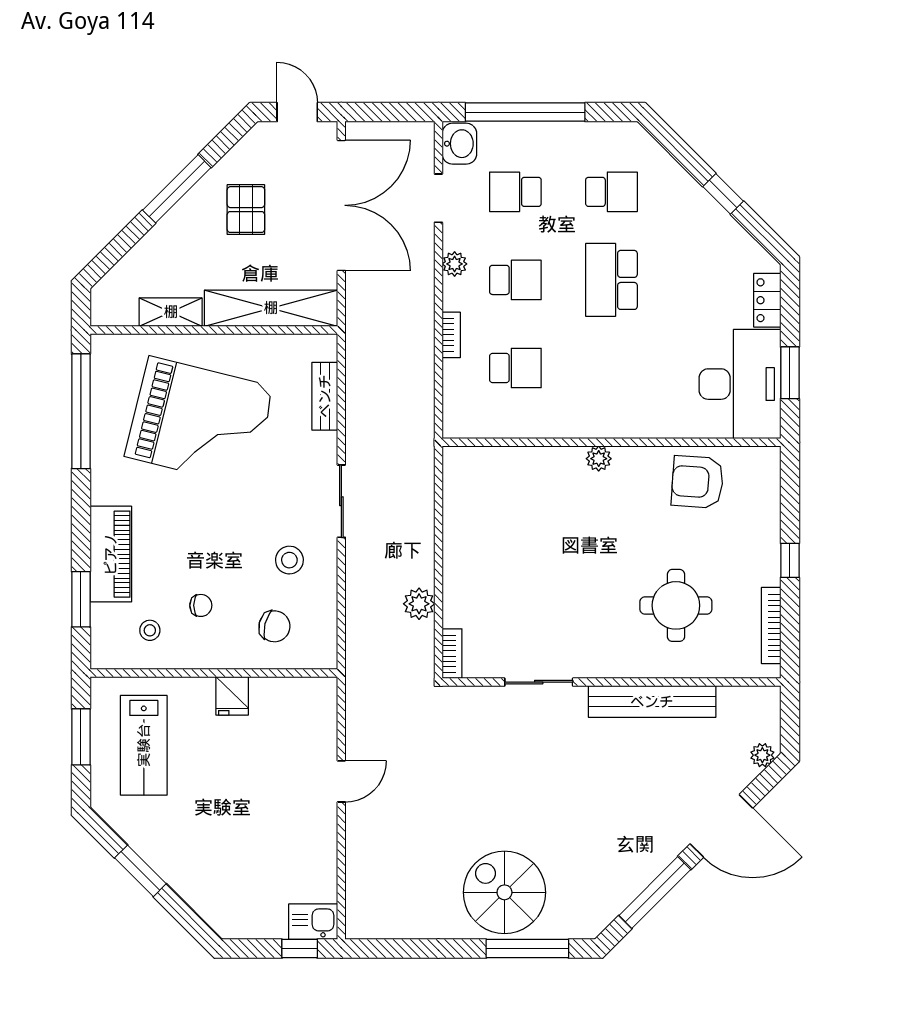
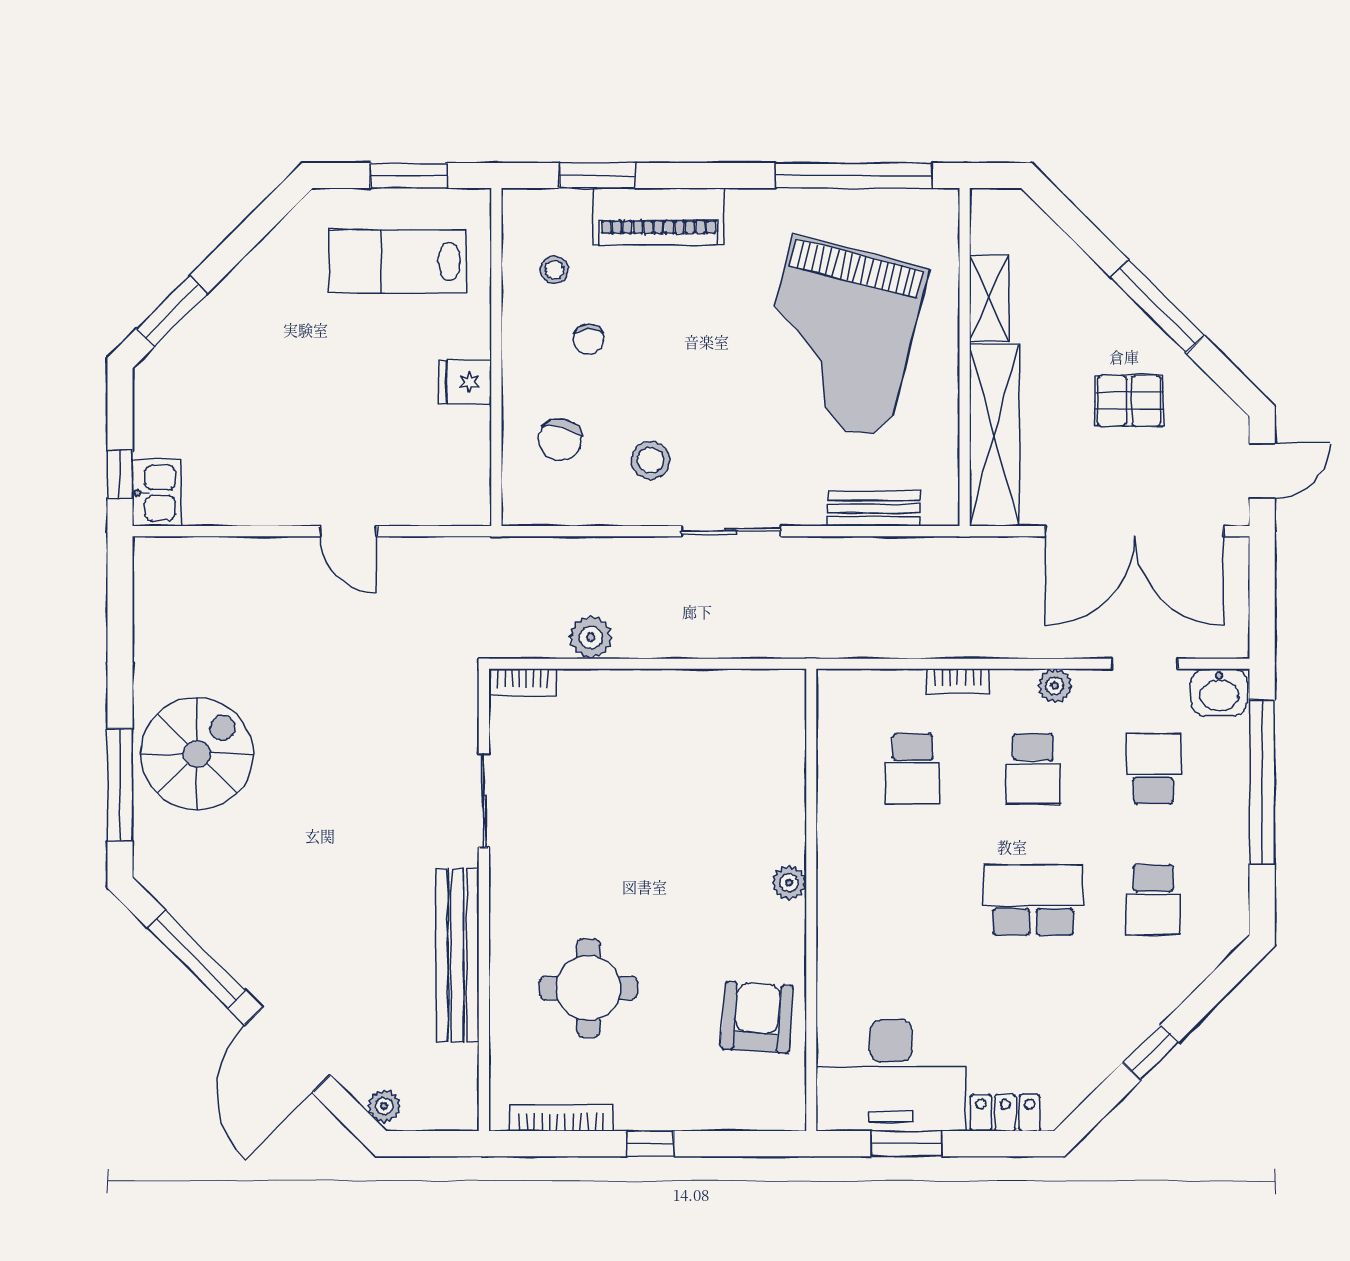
window: (140, 871) -> (172, 311), moved

